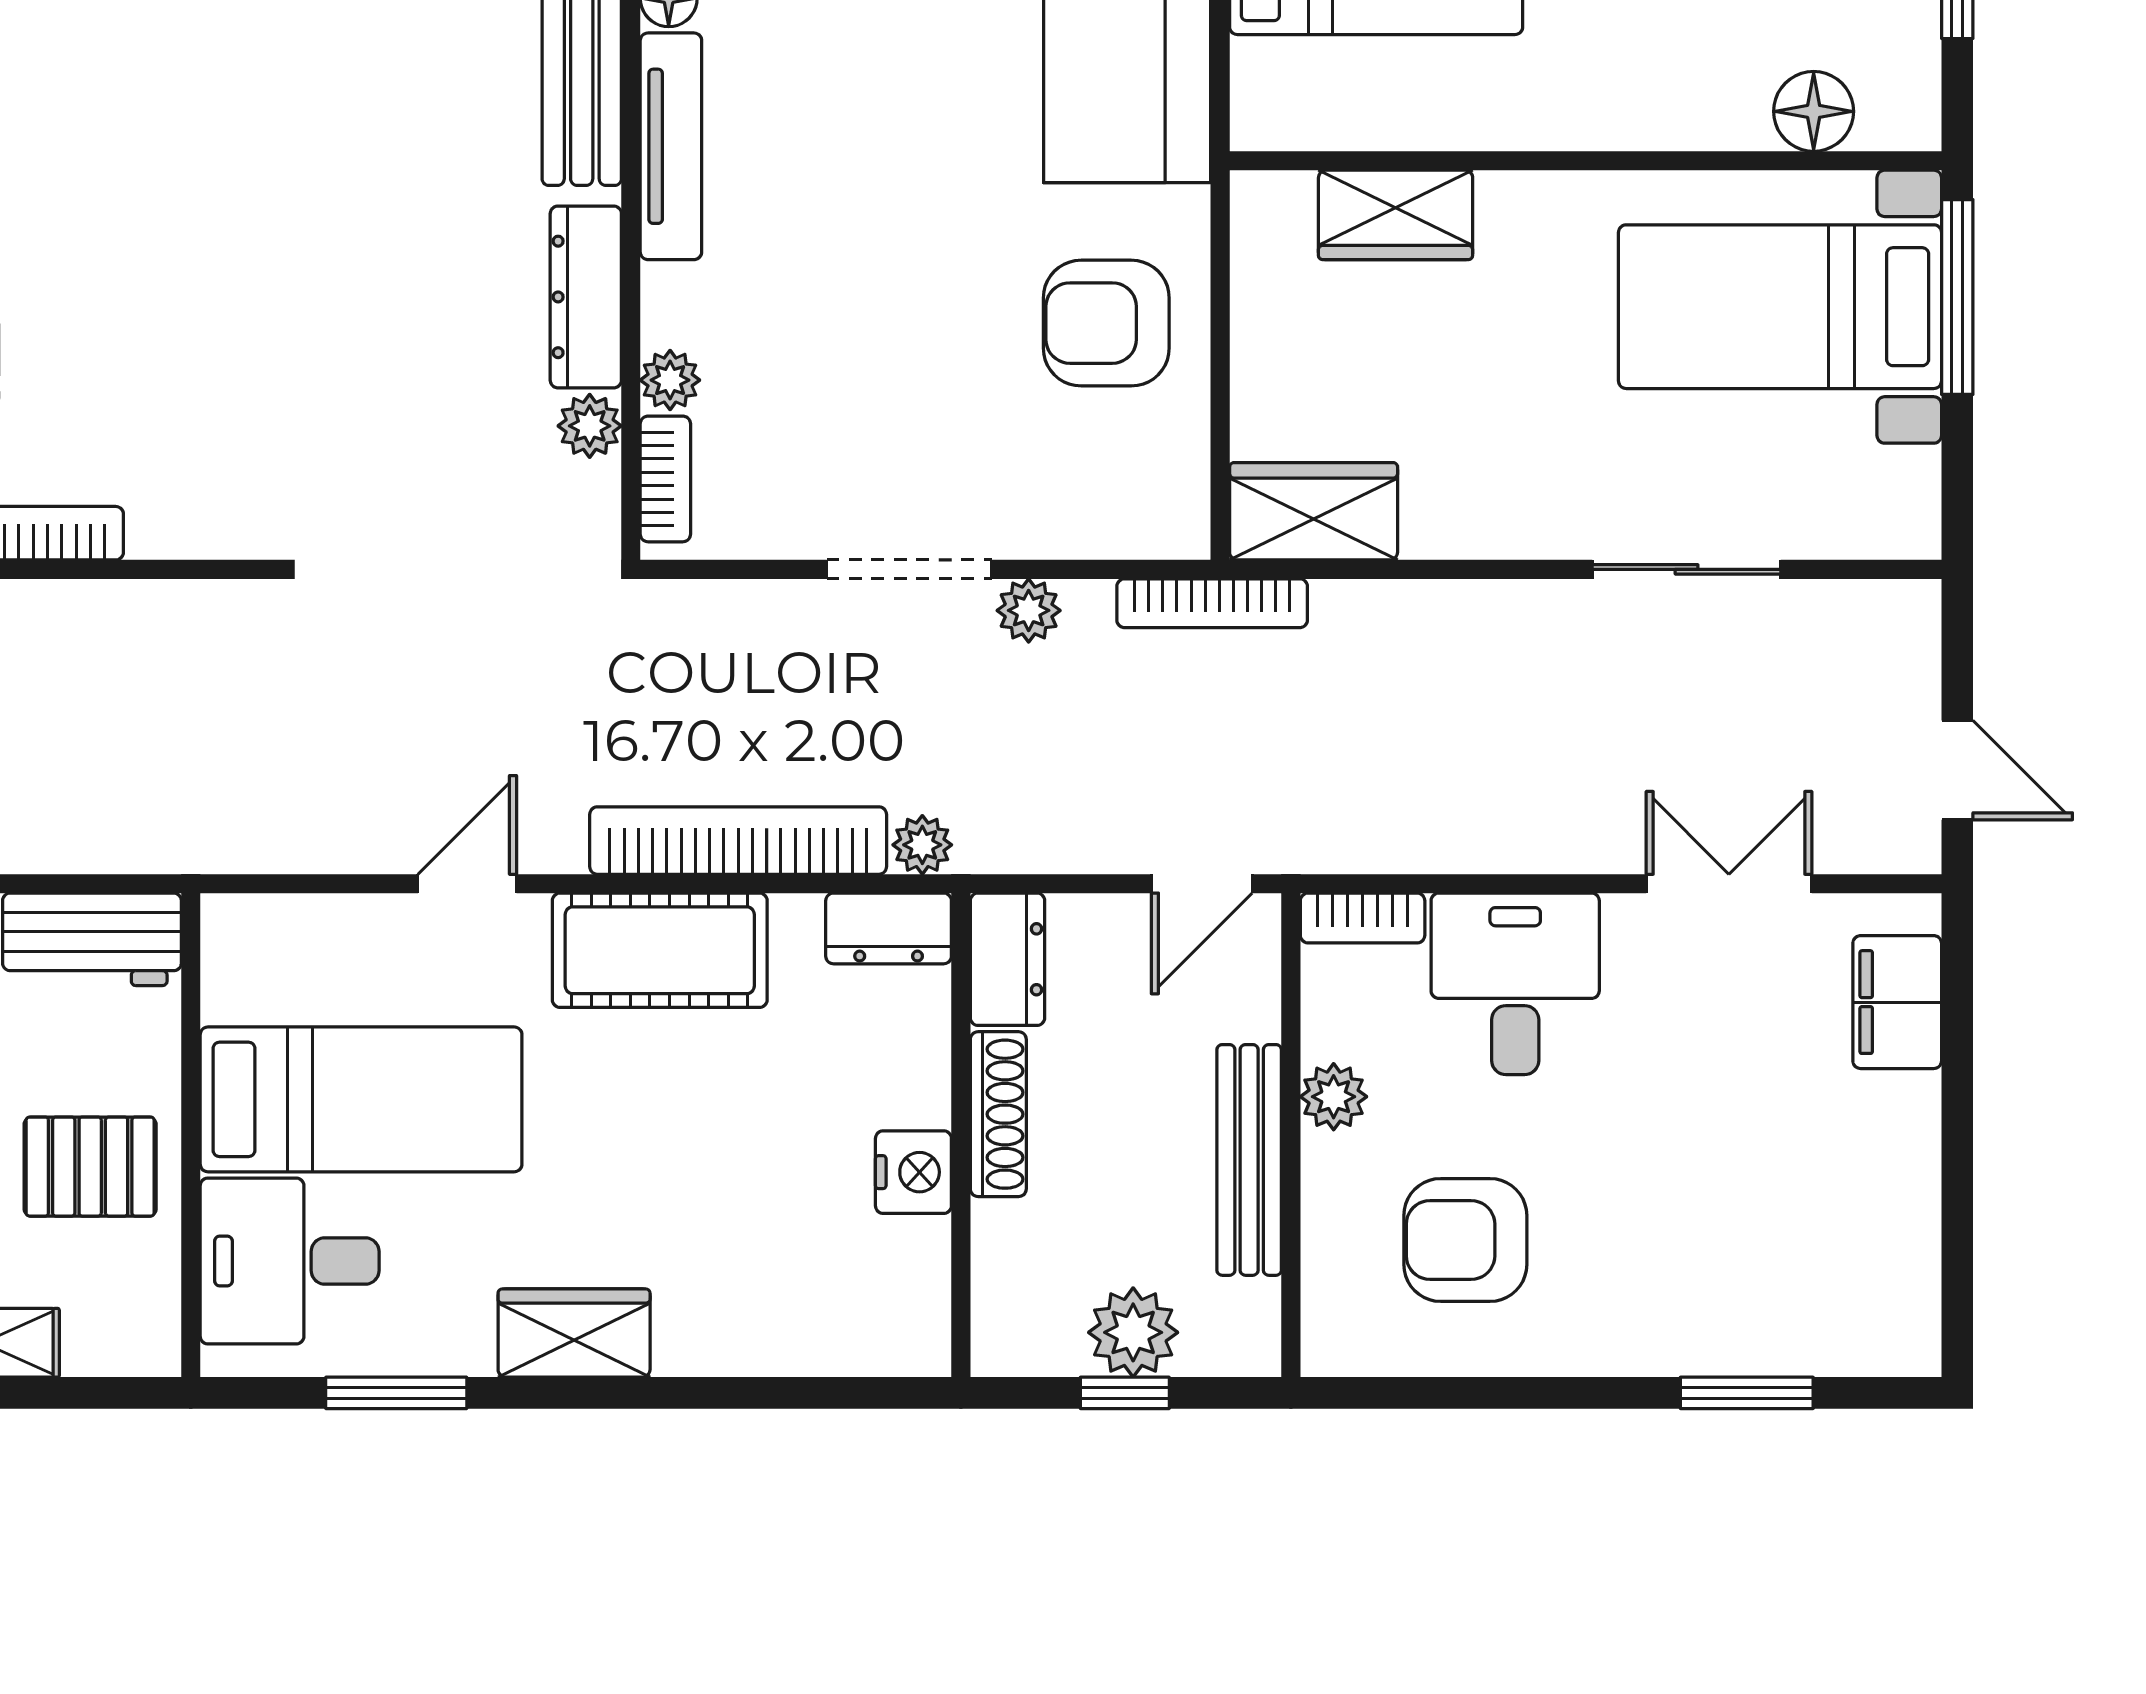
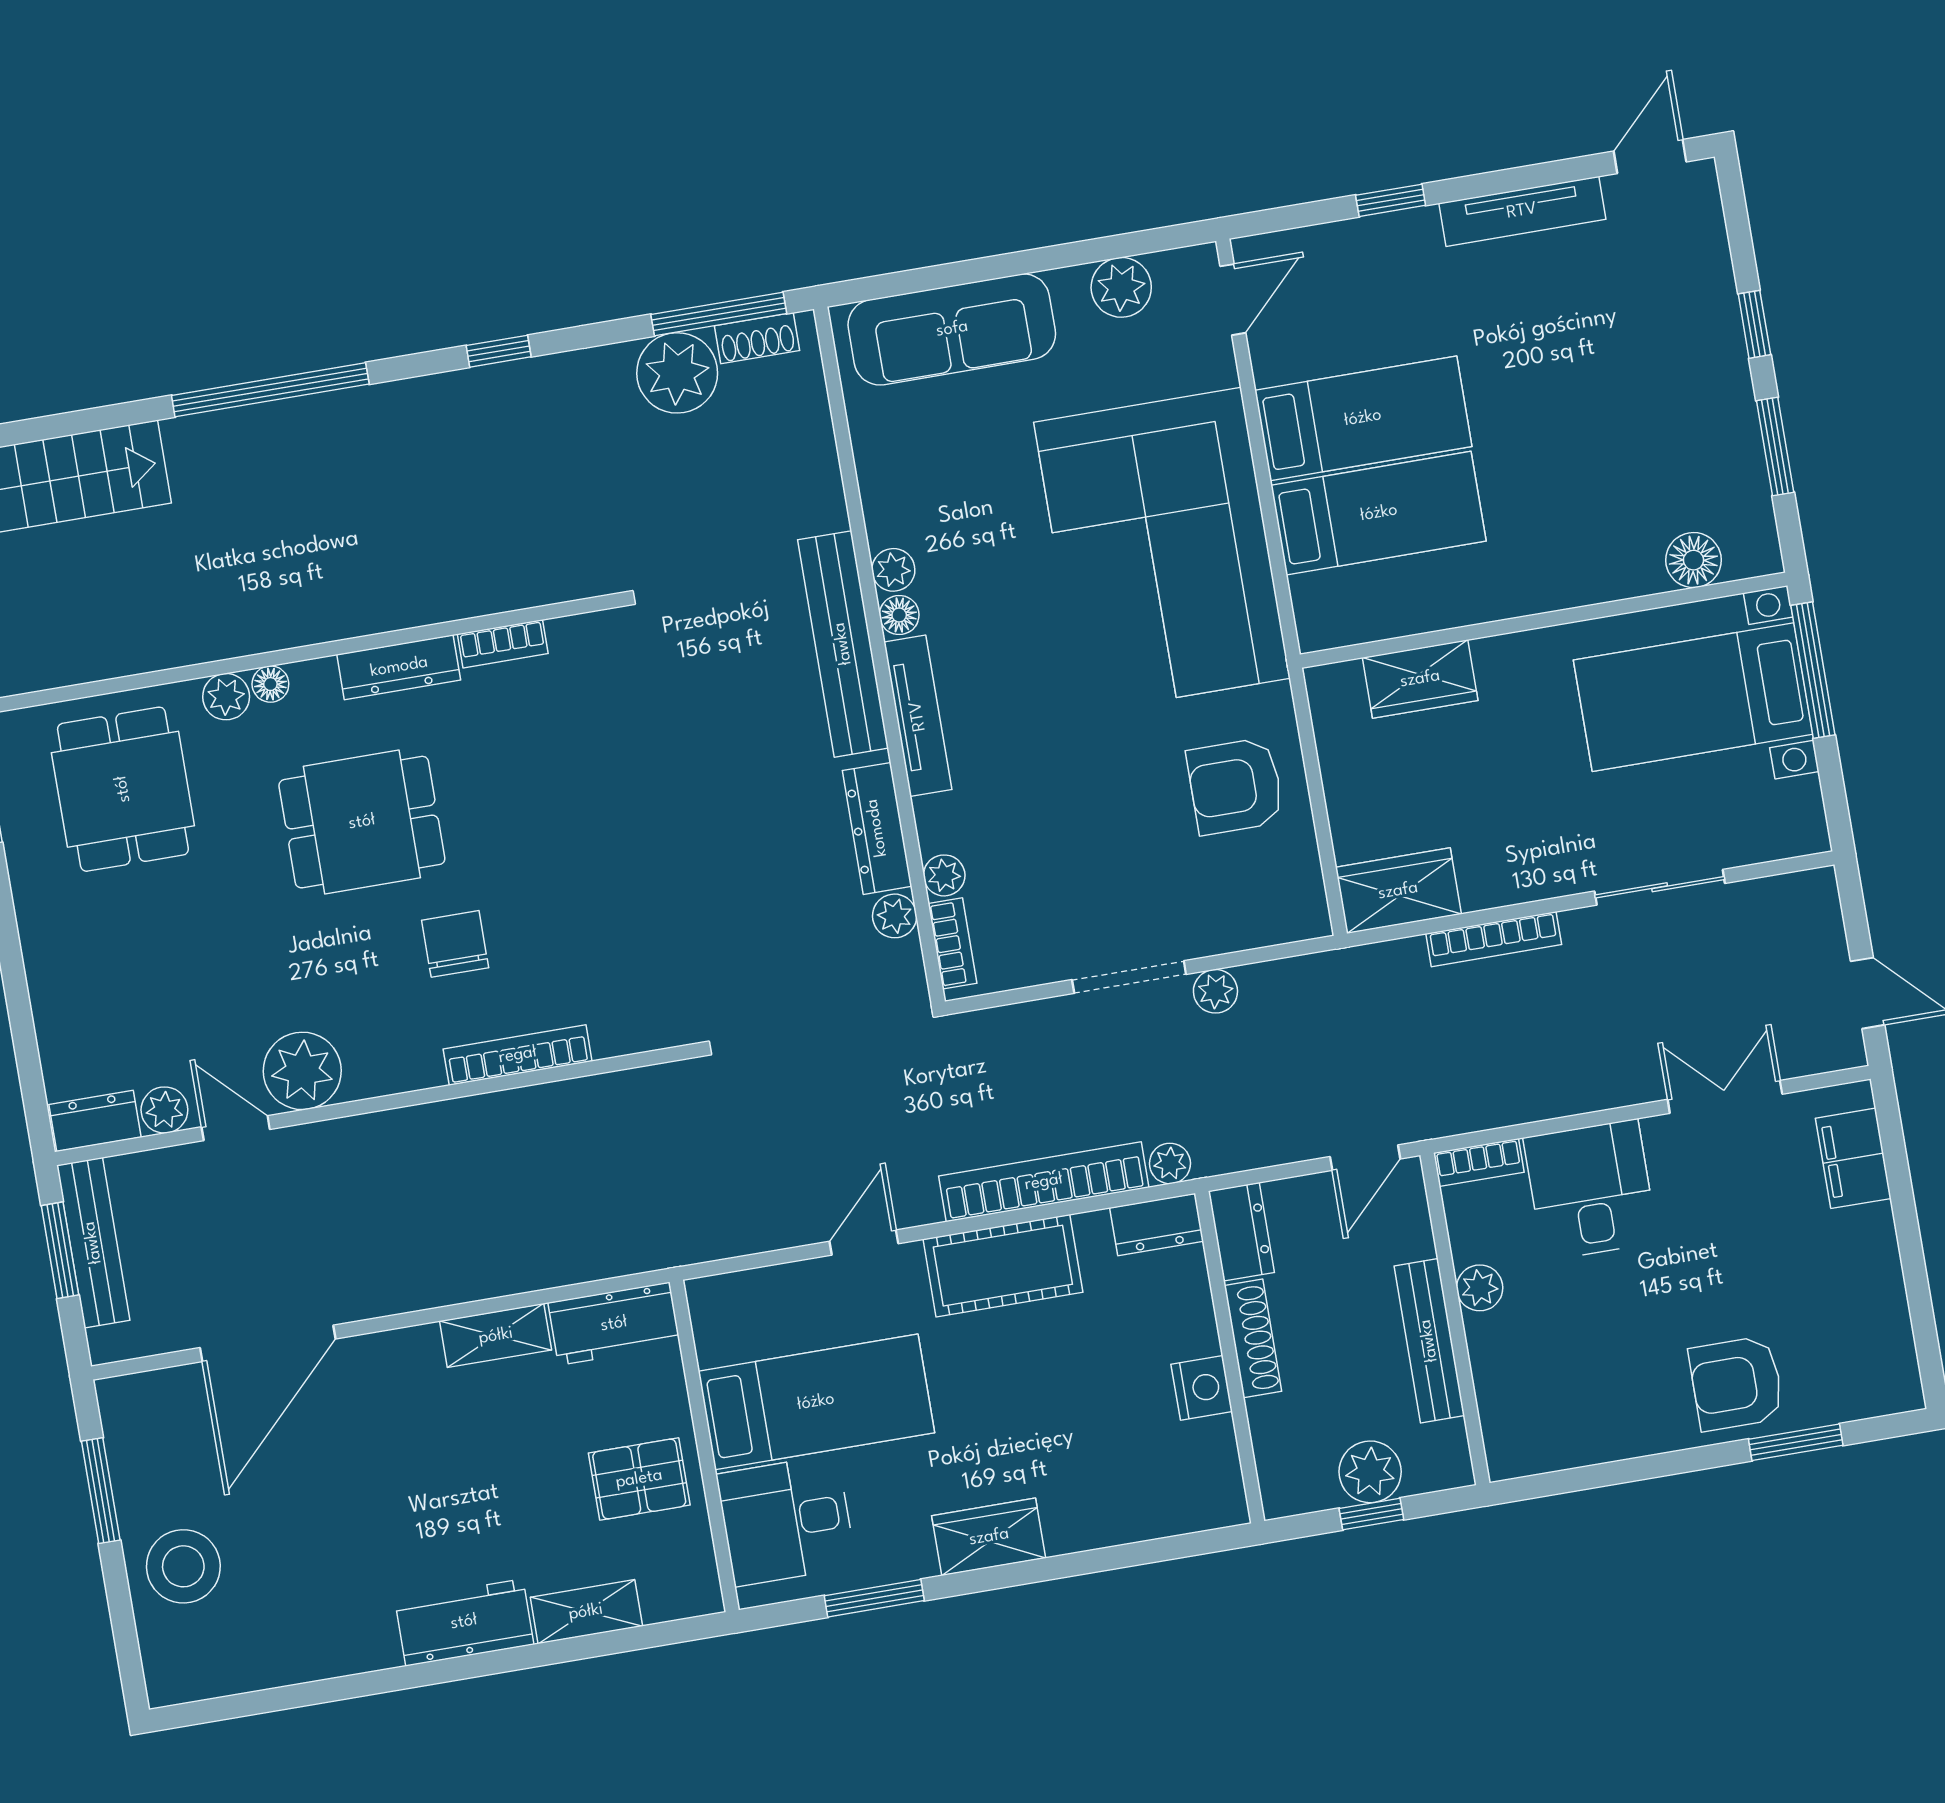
bookcase: (1212, 603) -> (1494, 939), moved
armchair: (1465, 1240) -> (1736, 1383), moved

